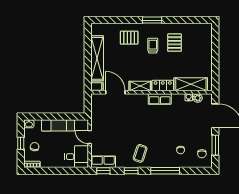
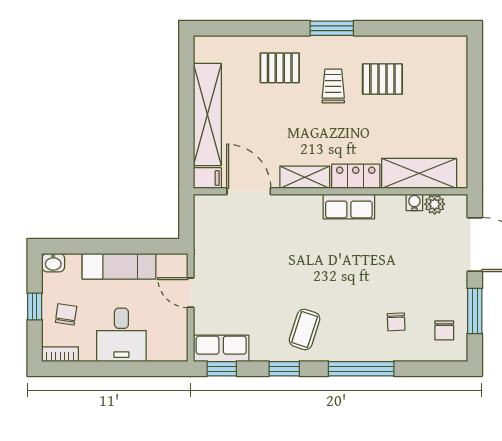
pallet: (175, 43) -> (382, 79), turned 90
desk: (77, 157) -> (121, 335), moved, turned 90

